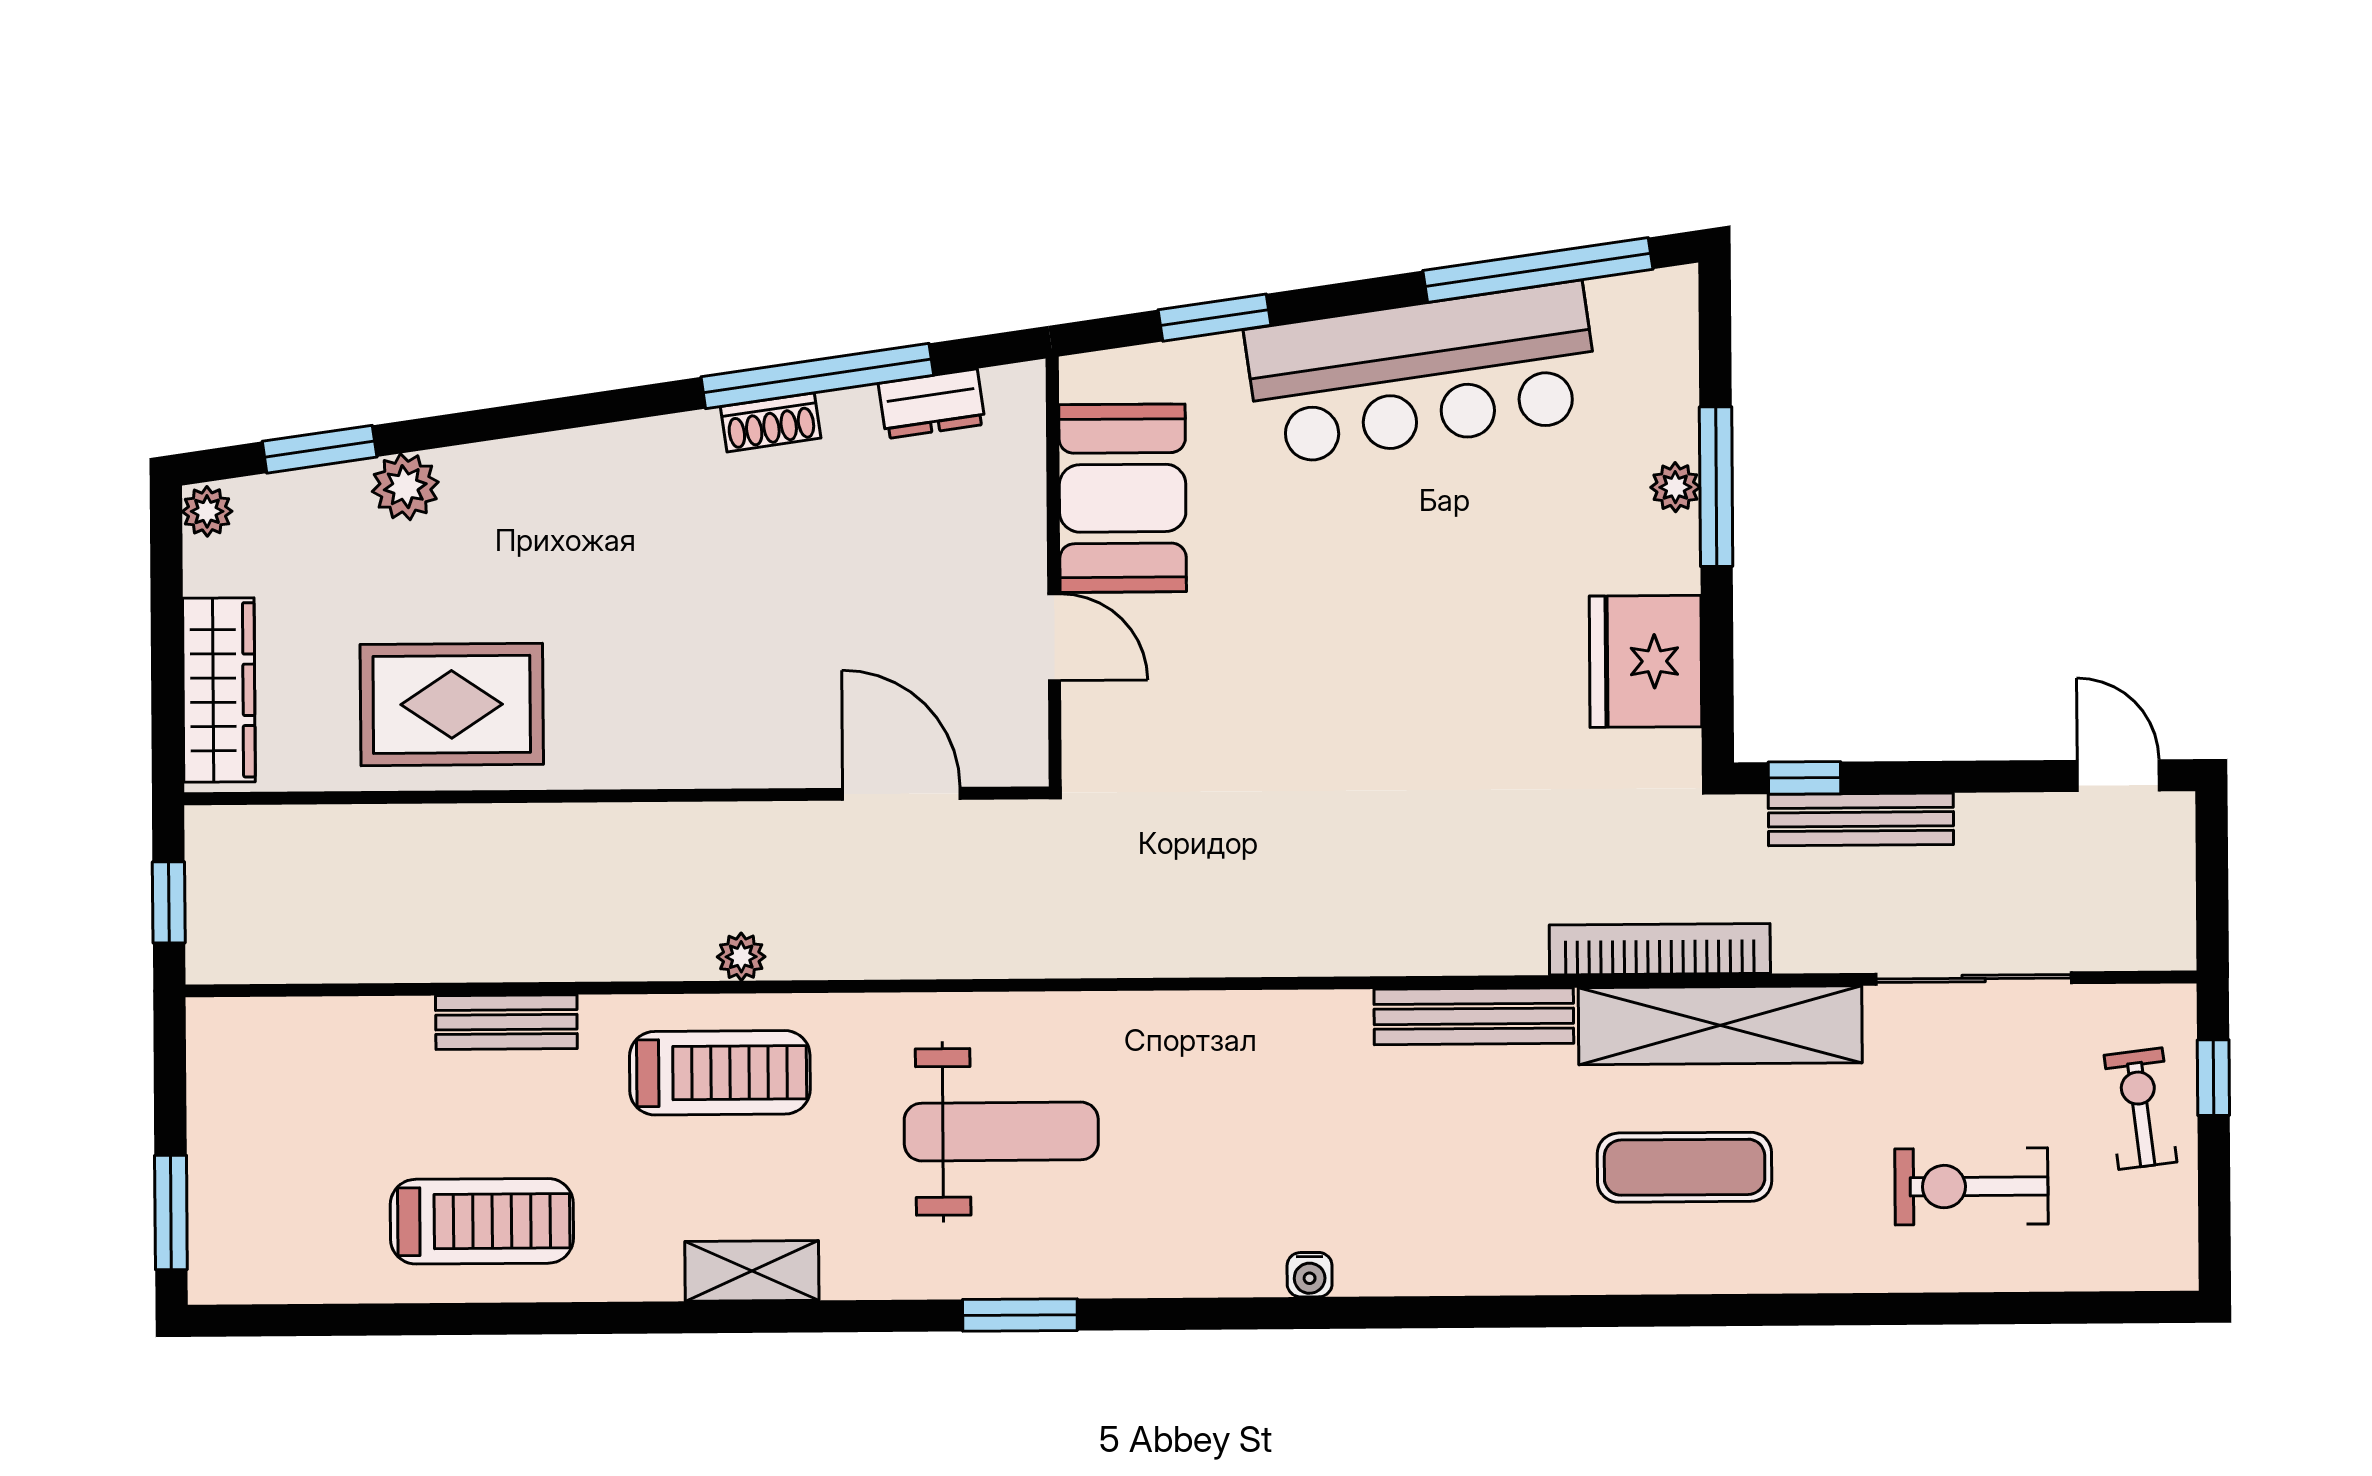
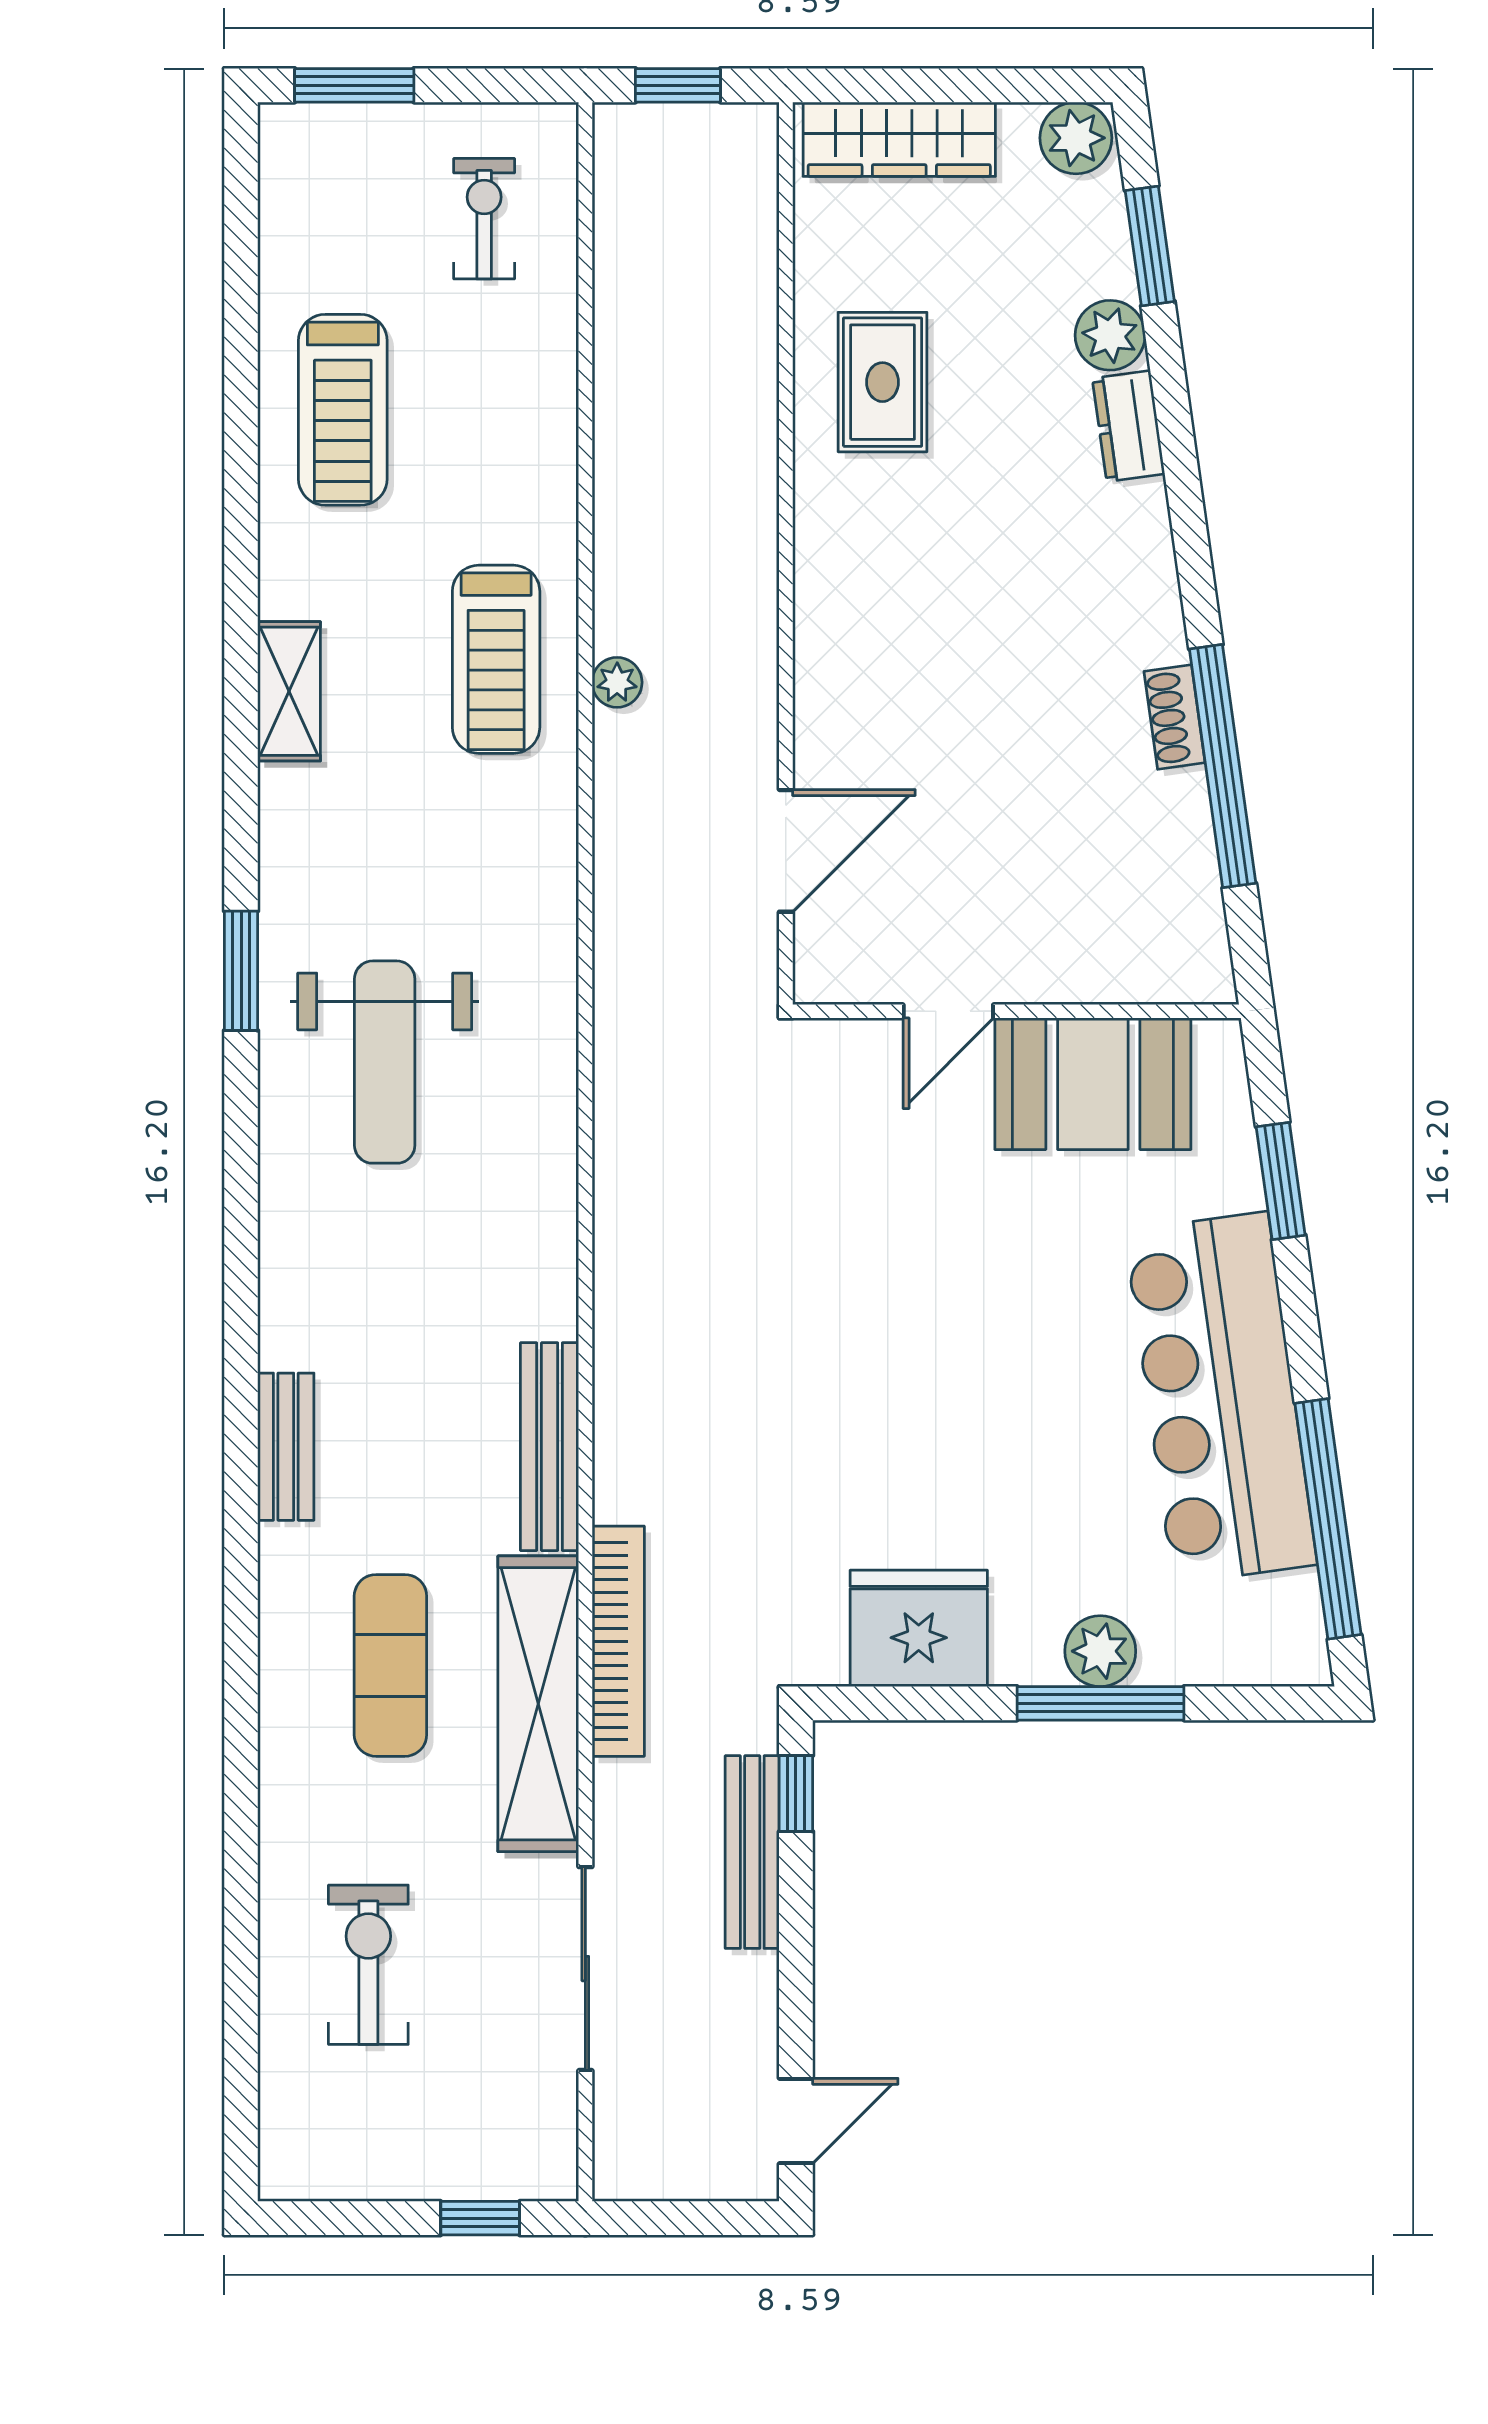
dresser: (932, 404) -> (1128, 426), moved
plant: (1675, 487) -> (1100, 1651), width x1.38, depth x1.38
plant: (207, 511) -> (1076, 138), width x1.38, depth x1.38
rug: (452, 704) -> (882, 382), width x0.73, depth x0.70
bench: (506, 1022) -> (286, 1447), moved
exercise bike: (2140, 1109) -> (484, 219), moved, turned -83
weight bench: (1001, 1132) -> (385, 1062), moved
water cooler: (1310, 1275) -> (281, 1273), removed

